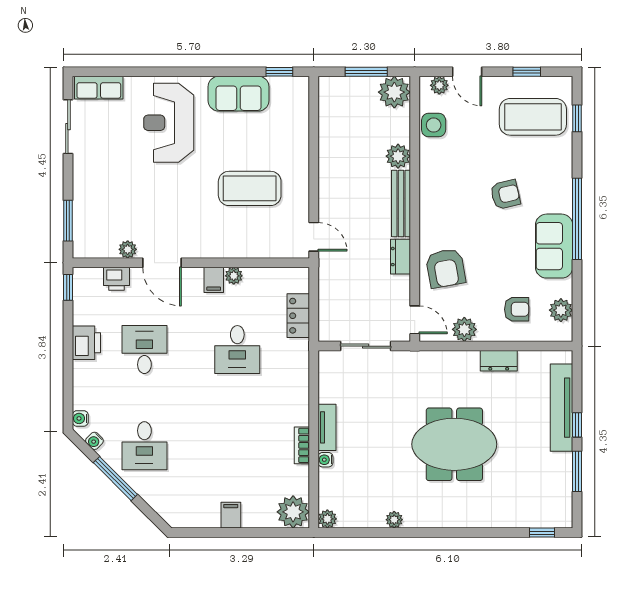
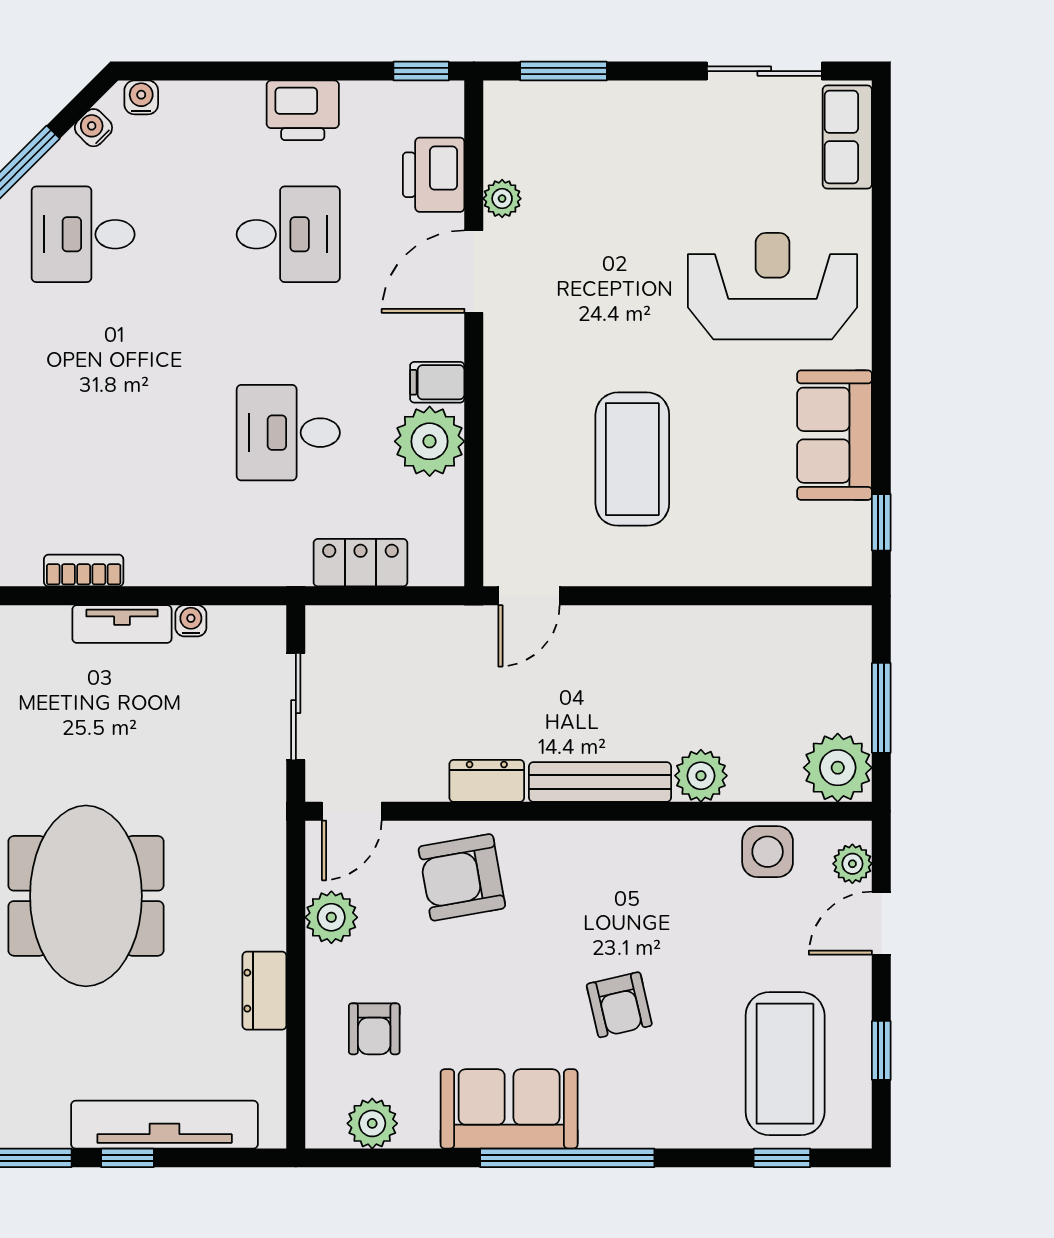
plant: (234, 276) -> (430, 441), width x1.88, depth x1.88
printer: (117, 279) -> (434, 175), width x1.36, depth x1.24
water cooler: (325, 460) -> (191, 621), moved

